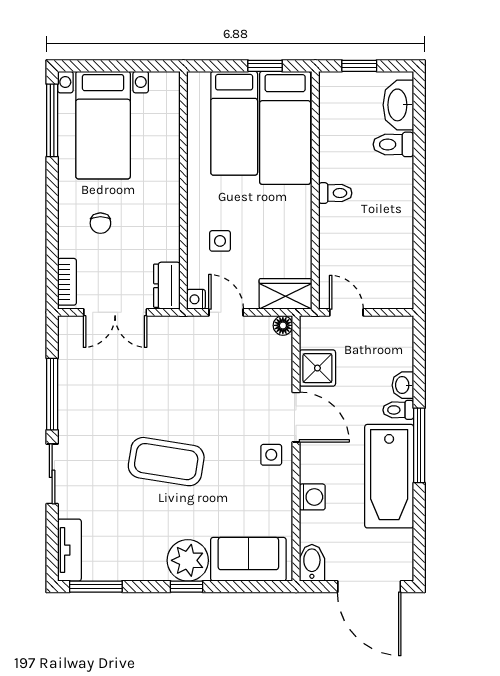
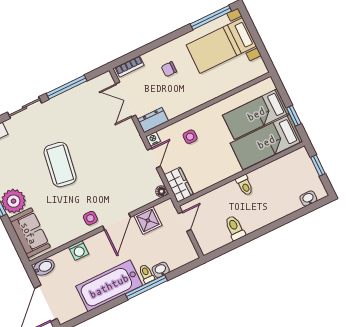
washbasin: (398, 105) -> (308, 198), width x0.52, depth x0.69
toilet: (393, 144) -> (235, 228), moved
window: (419, 445) -> (146, 287), moved

